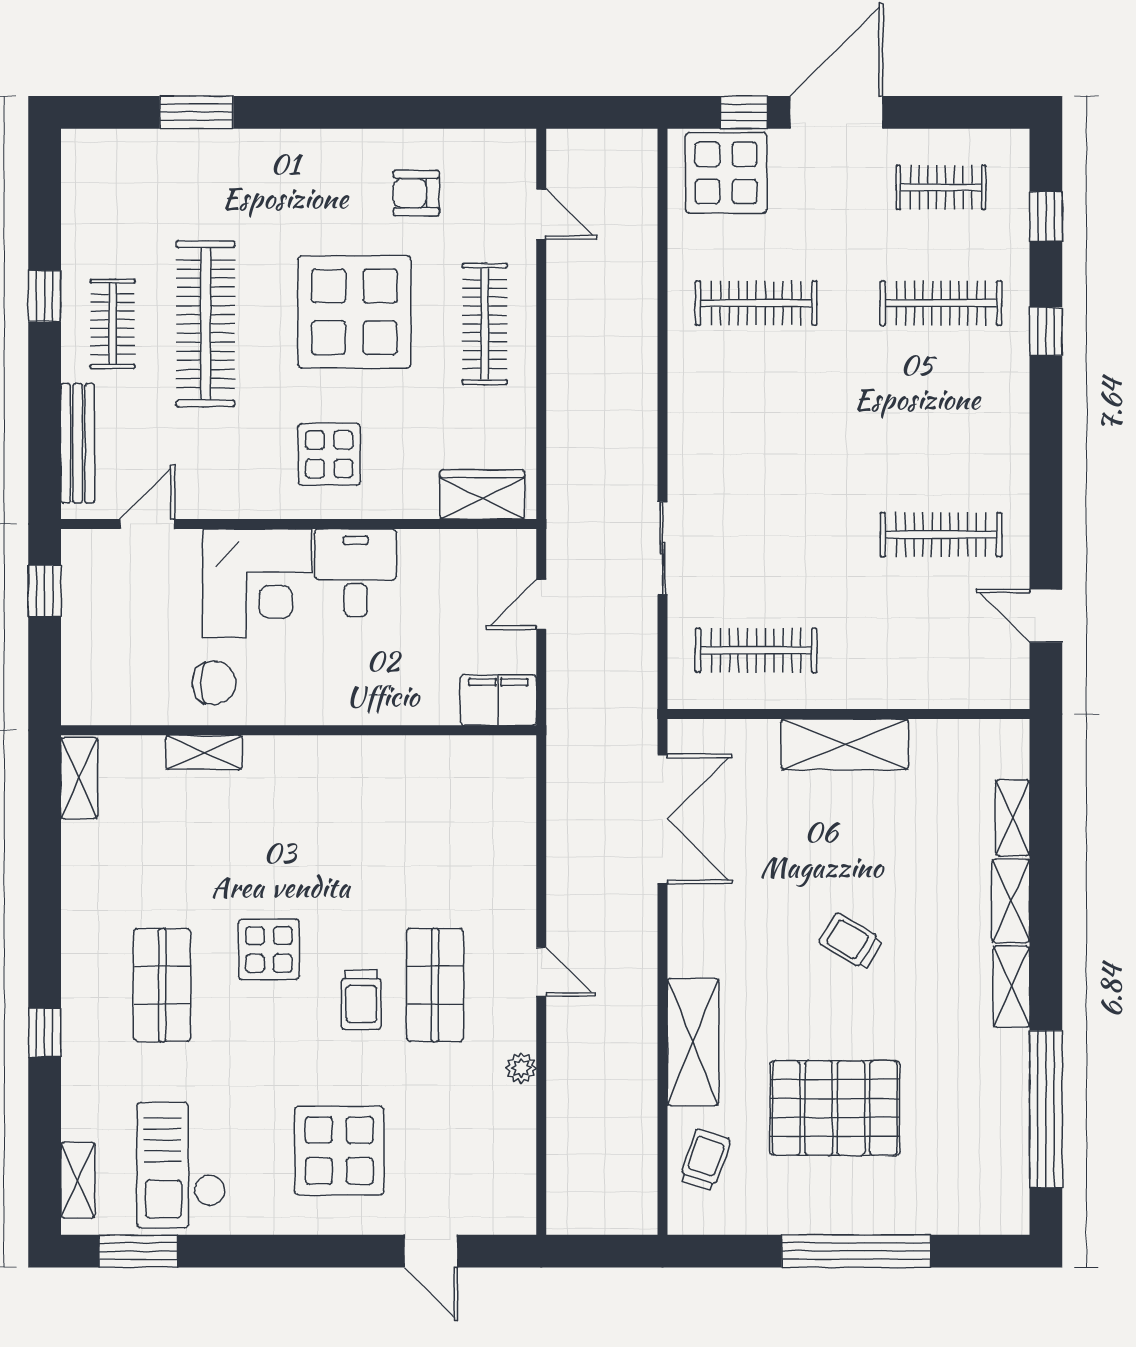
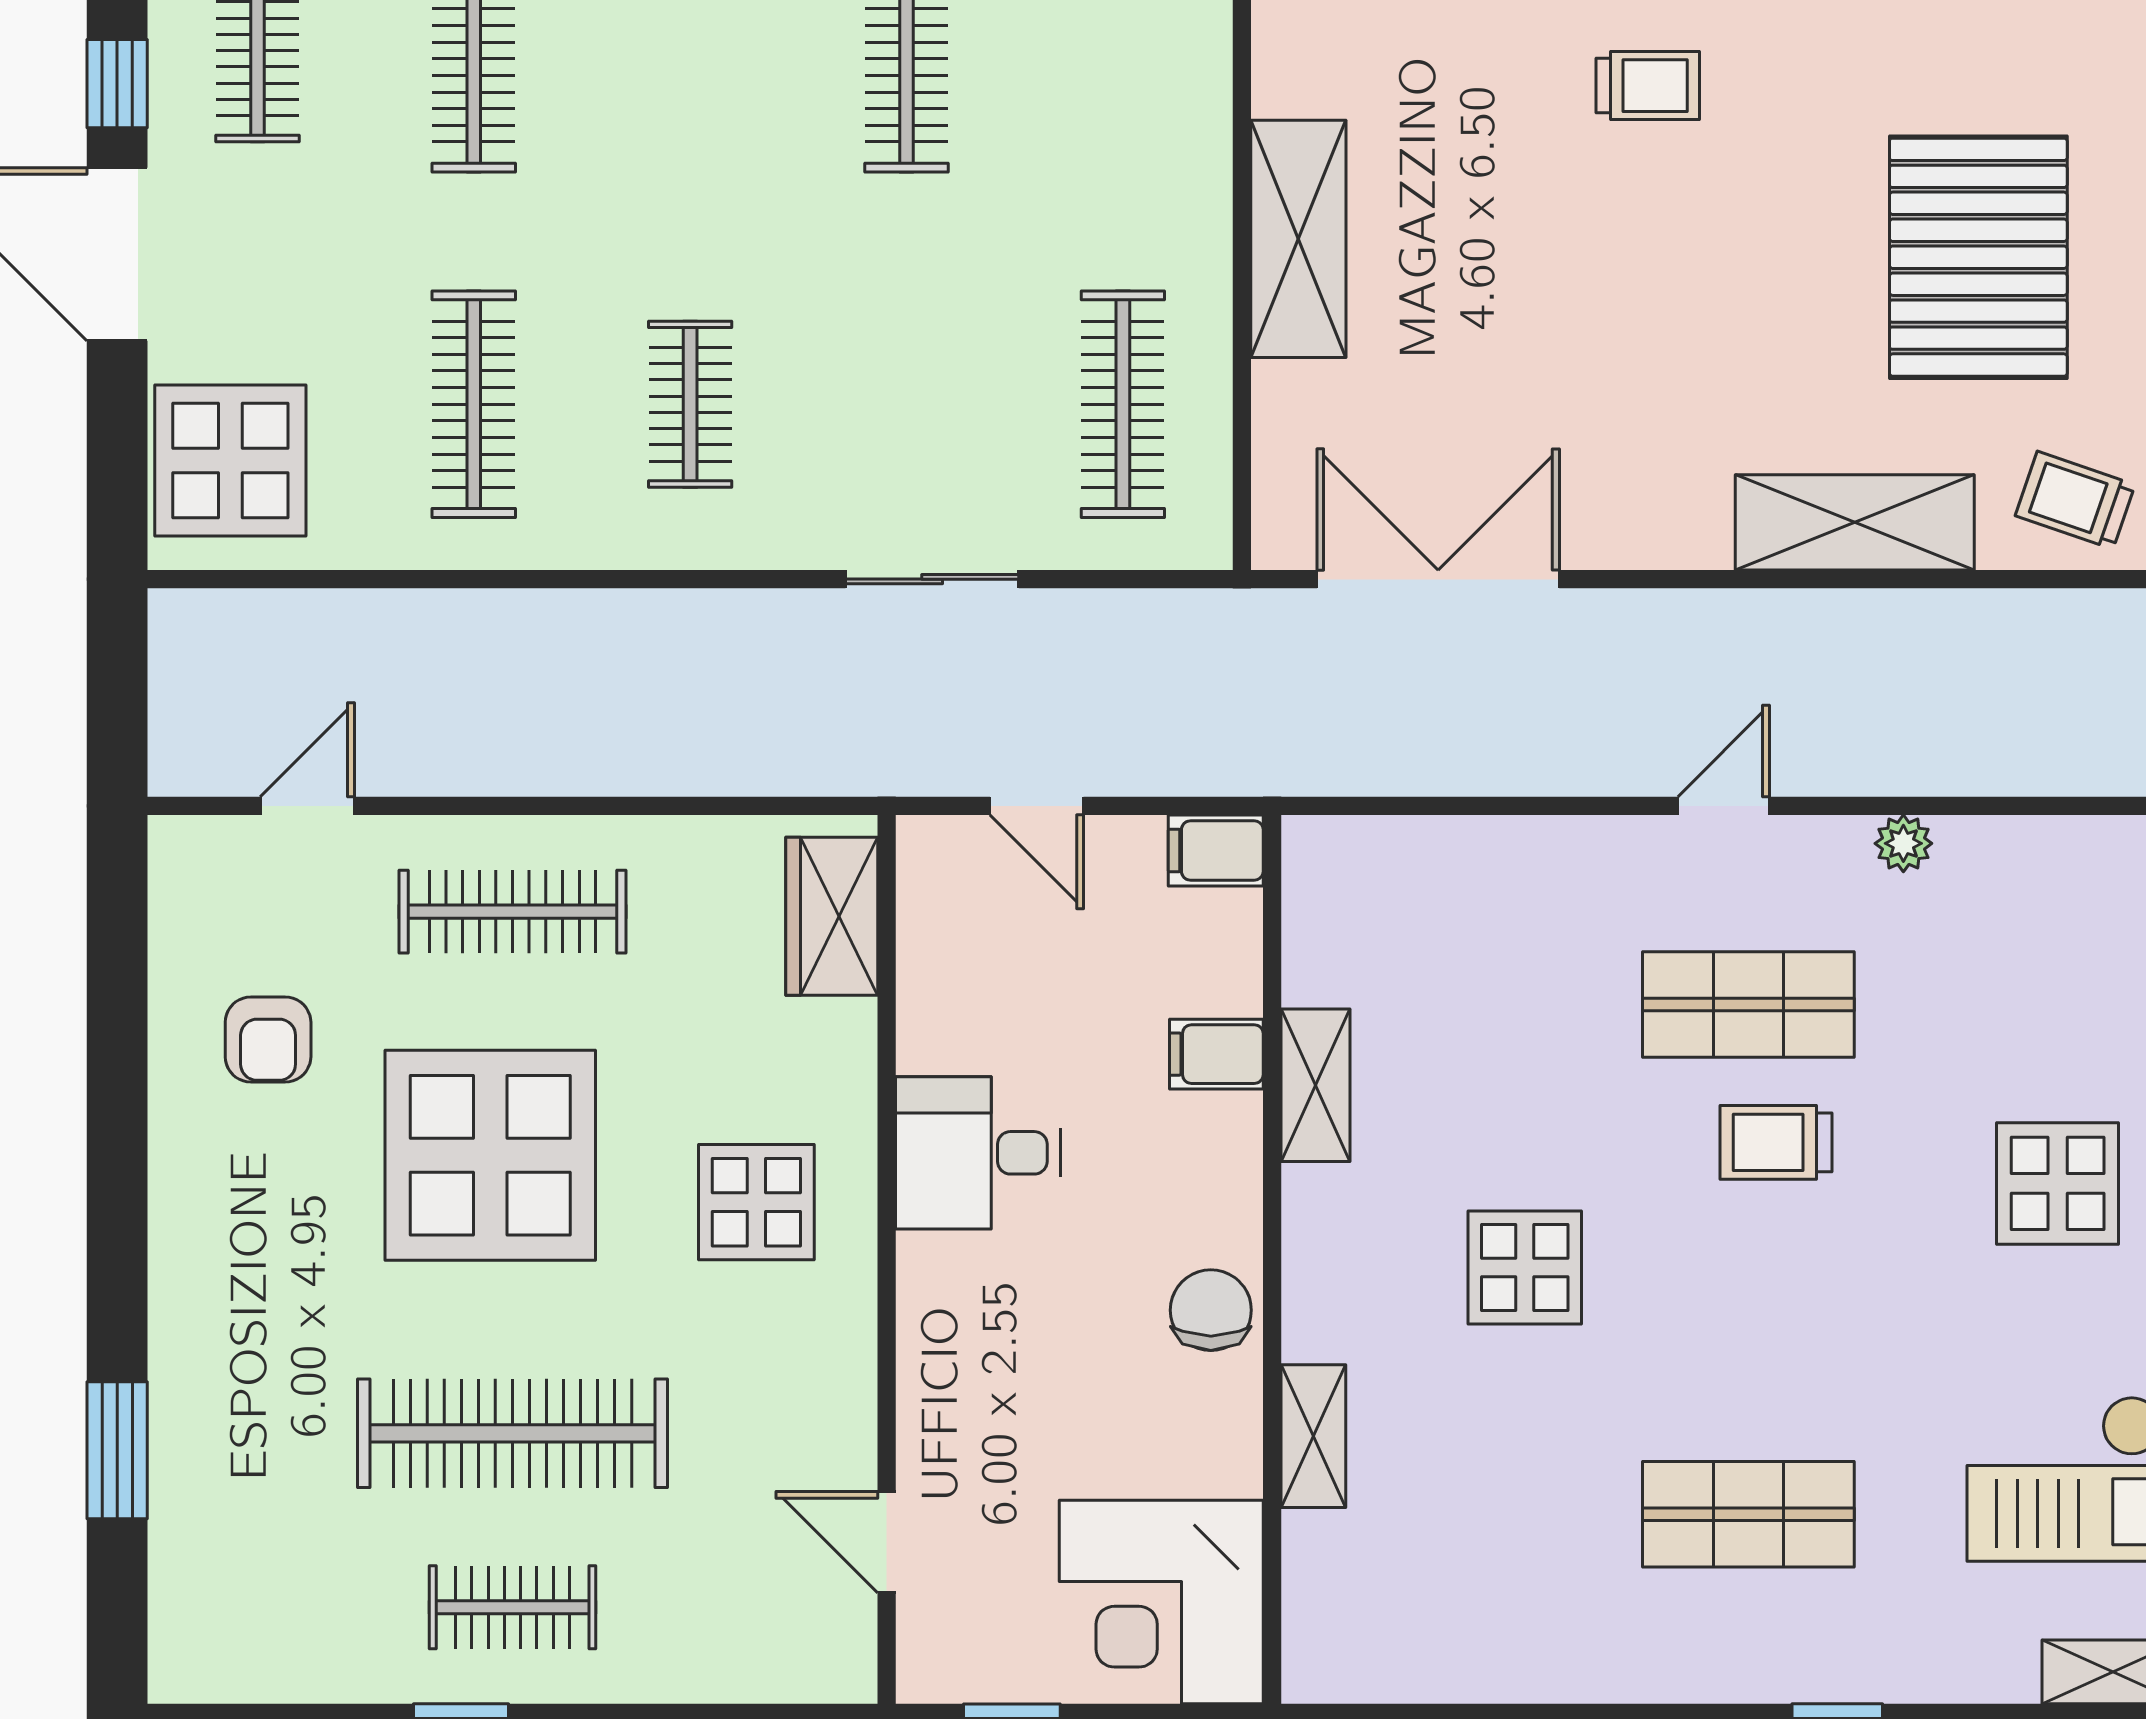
window: (744, 112) -> (117, 84), moved
clothes rail: (756, 419) -> (690, 404), added
bench: (78, 443) -> (736, 1672), removed
corner desk: (257, 583) -> (1161, 1602), moved, turned 180
chair: (214, 683) -> (1211, 1310), moved
filing cabinet: (408, 700) -> (1216, 1054), added
filing cabinet: (498, 700) -> (1216, 850), width x0.50
shelving: (79, 778) -> (1316, 1085), moved, turned 90
trolley: (851, 941) -> (1648, 86), moved, turned -121
display table: (269, 950) -> (1525, 1268), moved
trolley: (361, 1000) -> (1776, 1142), turned 180
display table: (339, 1150) -> (2058, 1183), width x0.73, depth x0.73

